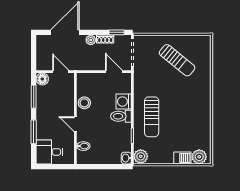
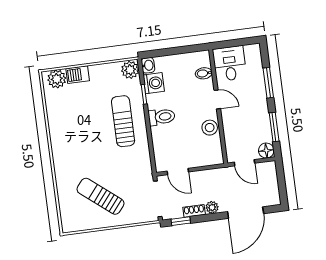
washing machine: (124, 102) -> (154, 83), moved
desk: (49, 152) -> (230, 64), moved, turned -90

